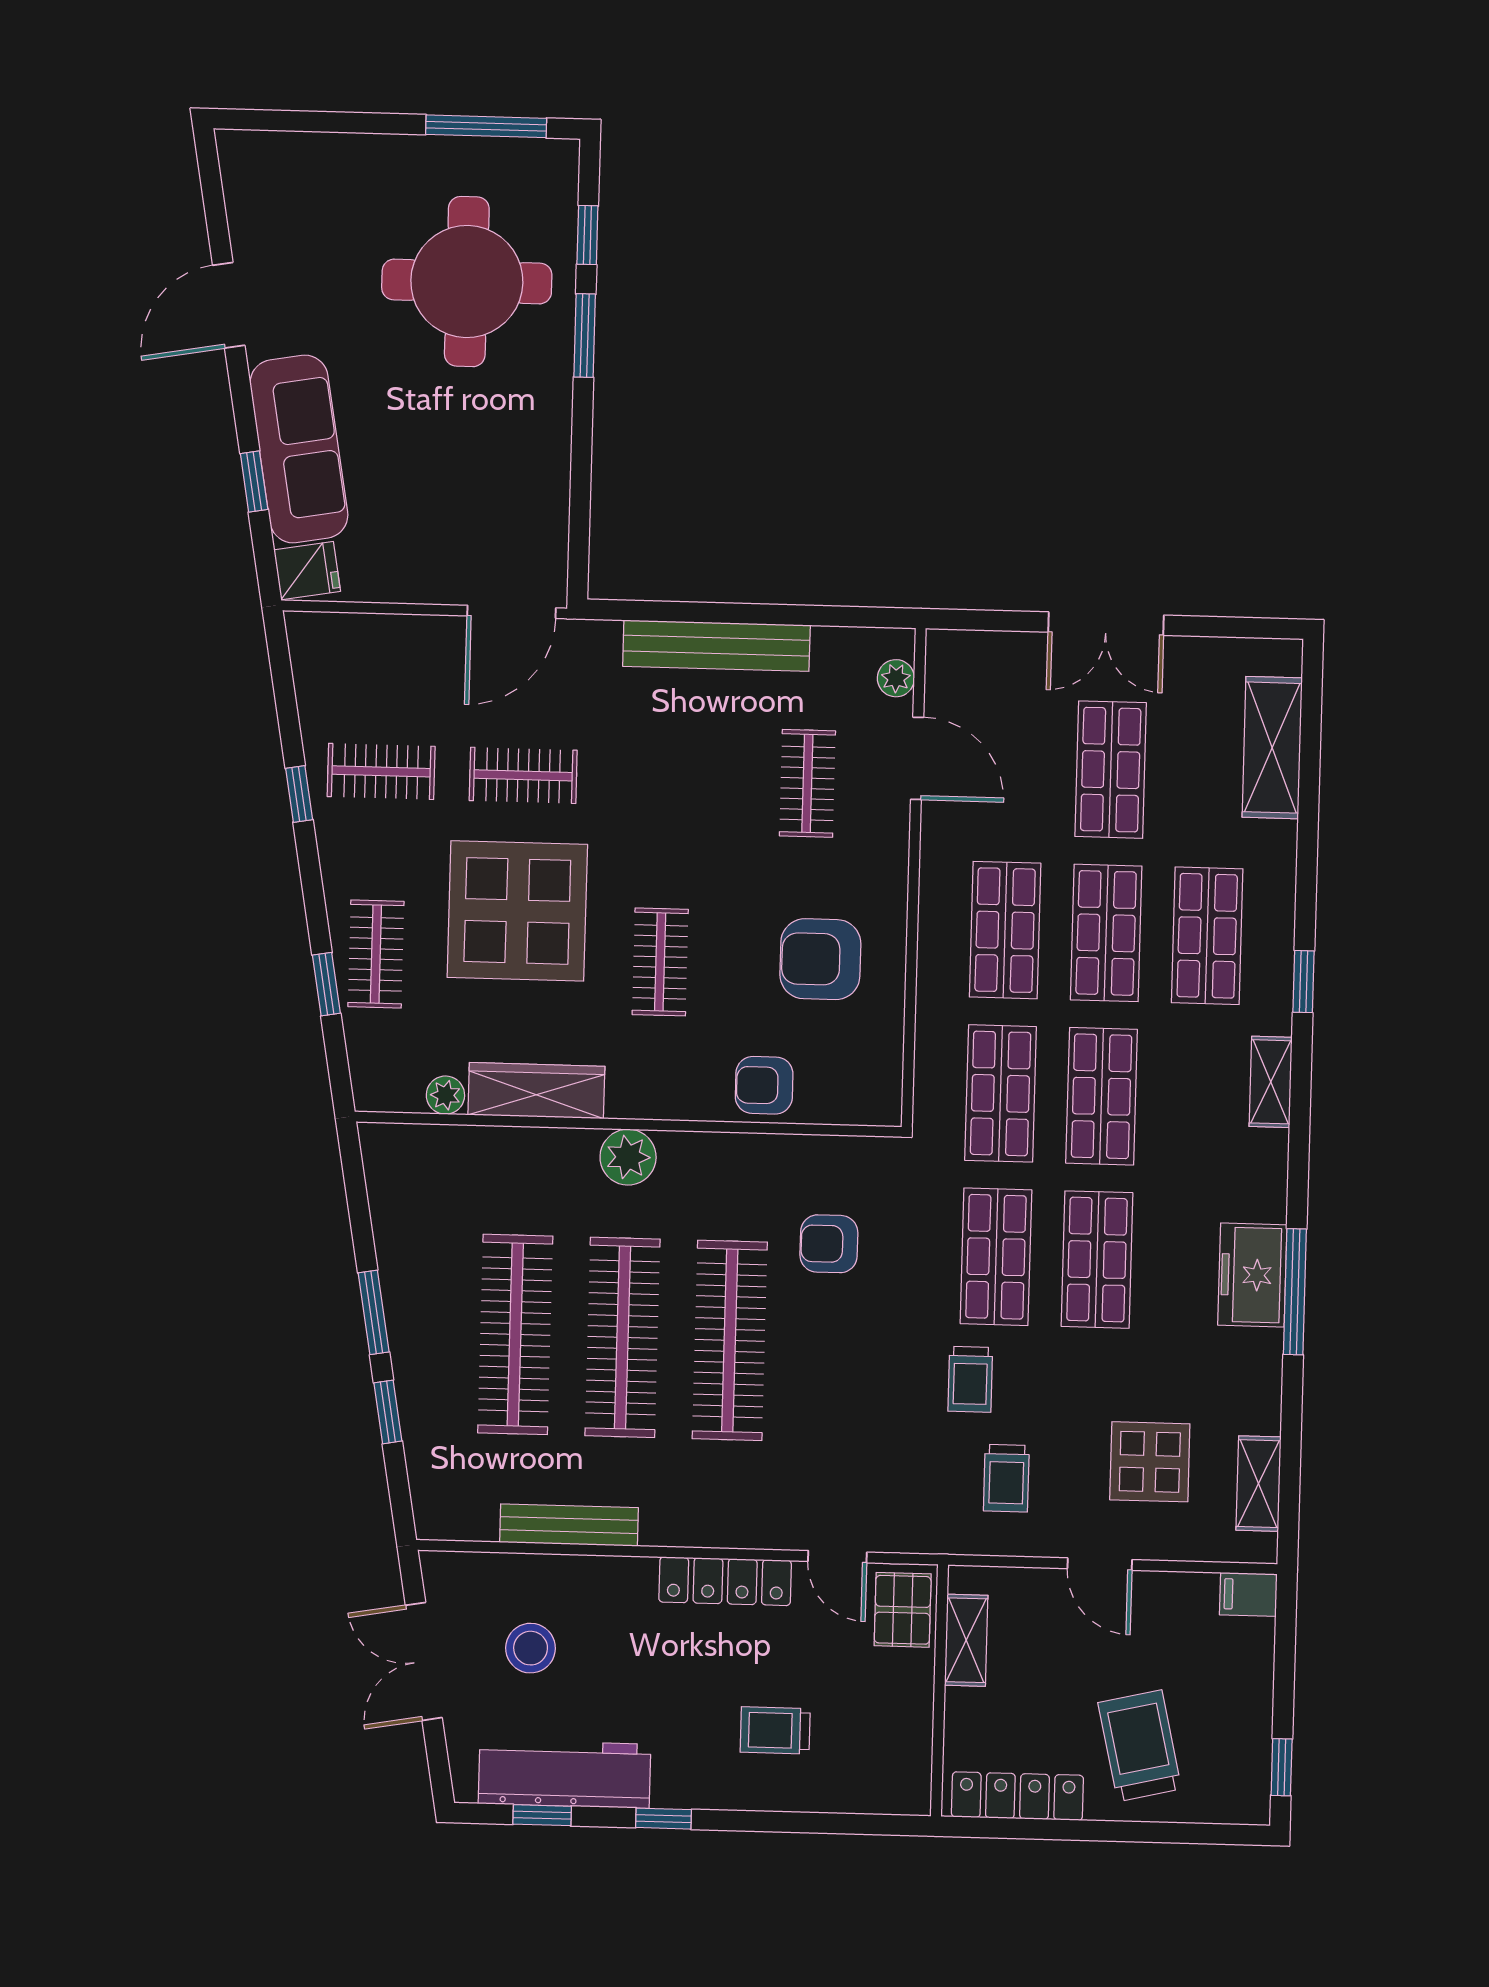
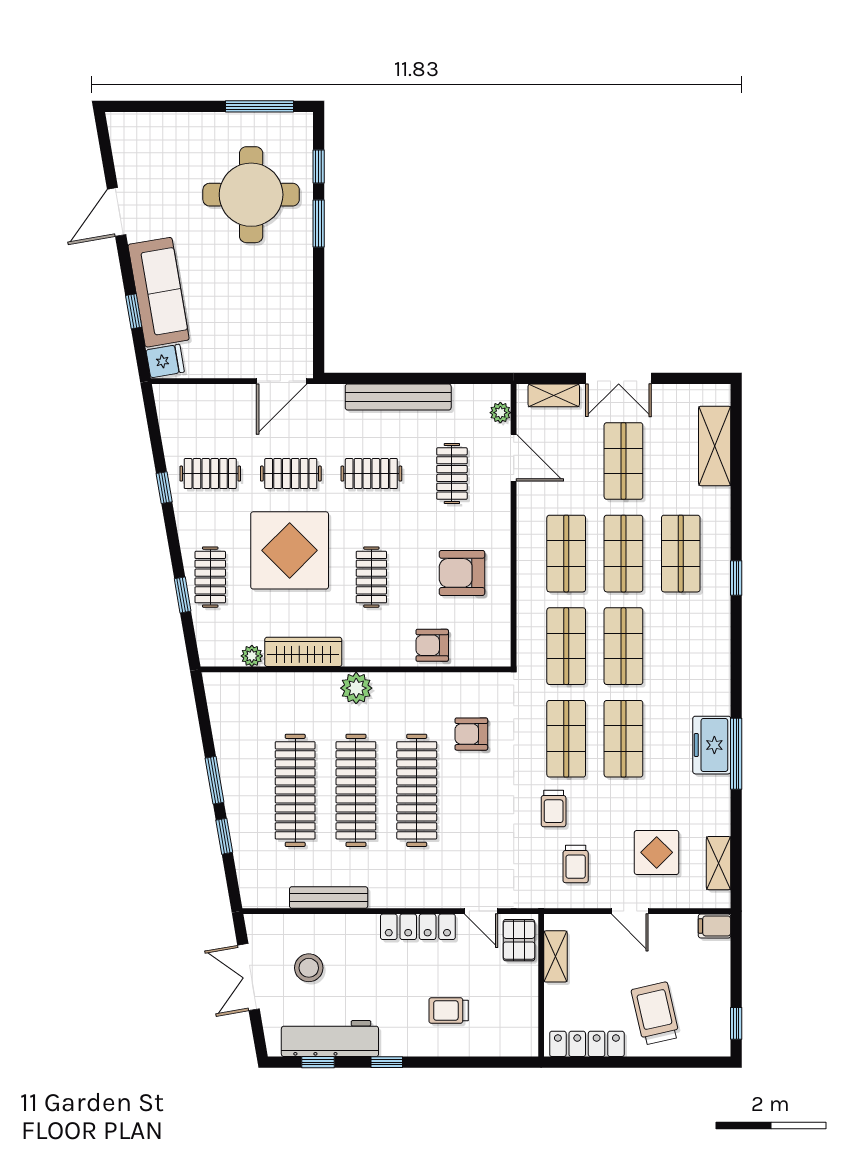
clothes rail: (665, 779) -> (371, 474), added
shelving: (1271, 1082) -> (554, 395), moved, turned 90

